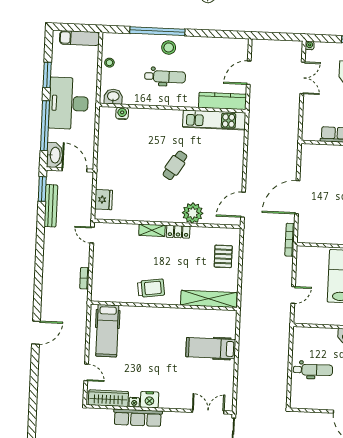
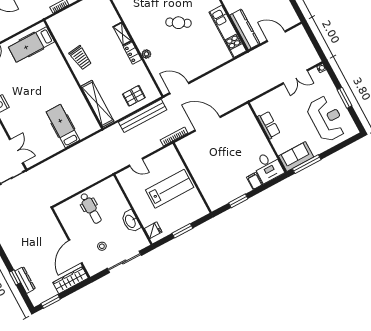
plant: (193, 213) -> (146, 54), width x0.53, depth x0.53
bench: (249, 260) -> (143, 116), added

